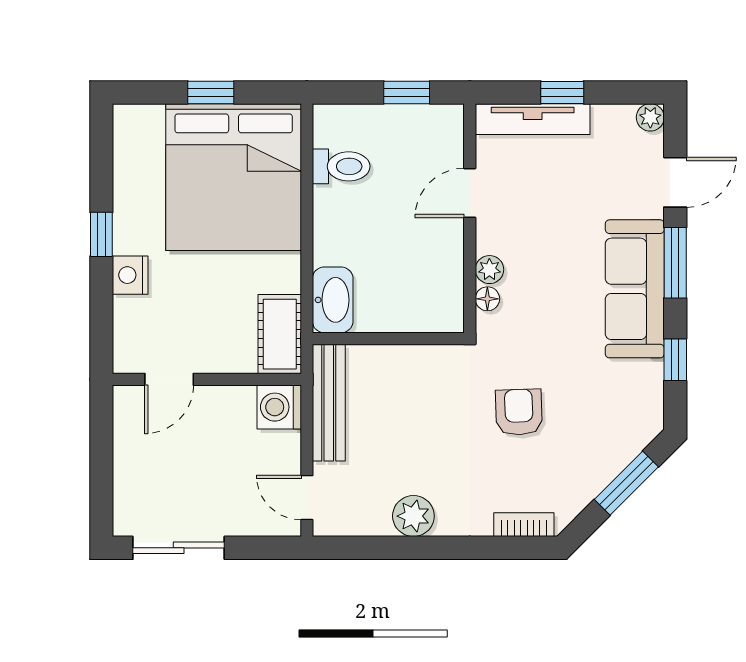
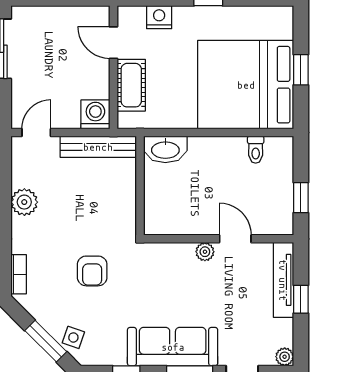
toilet: (341, 166) -> (256, 150), width x0.73, depth x0.72
plant: (489, 270) -> (205, 252), moved
nightstand: (130, 275) -> (159, 17), moved
floor lamp: (487, 299) -> (166, 250), removed
cot: (280, 334) -> (131, 85), moved, turned 90
armchair: (519, 412) -> (92, 271), turned 92
side table: (621, 441) -> (73, 337), added

